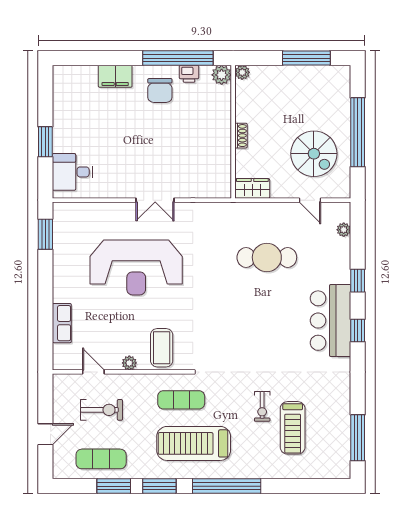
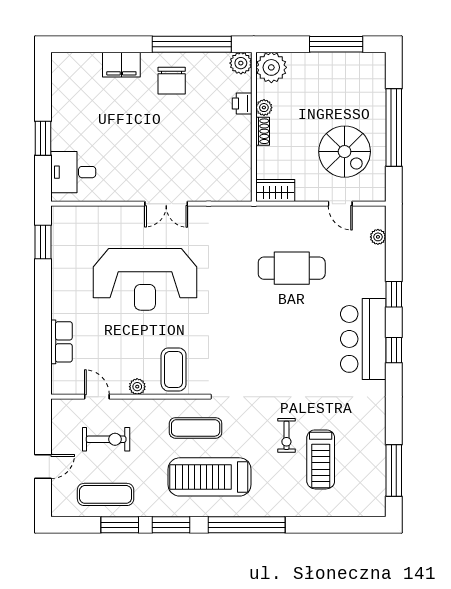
plant: (242, 72) -> (271, 67), width x1.88, depth x1.88
printer: (189, 74) -> (242, 103), moved, turned 90
plant: (242, 114) -> (264, 108), added

